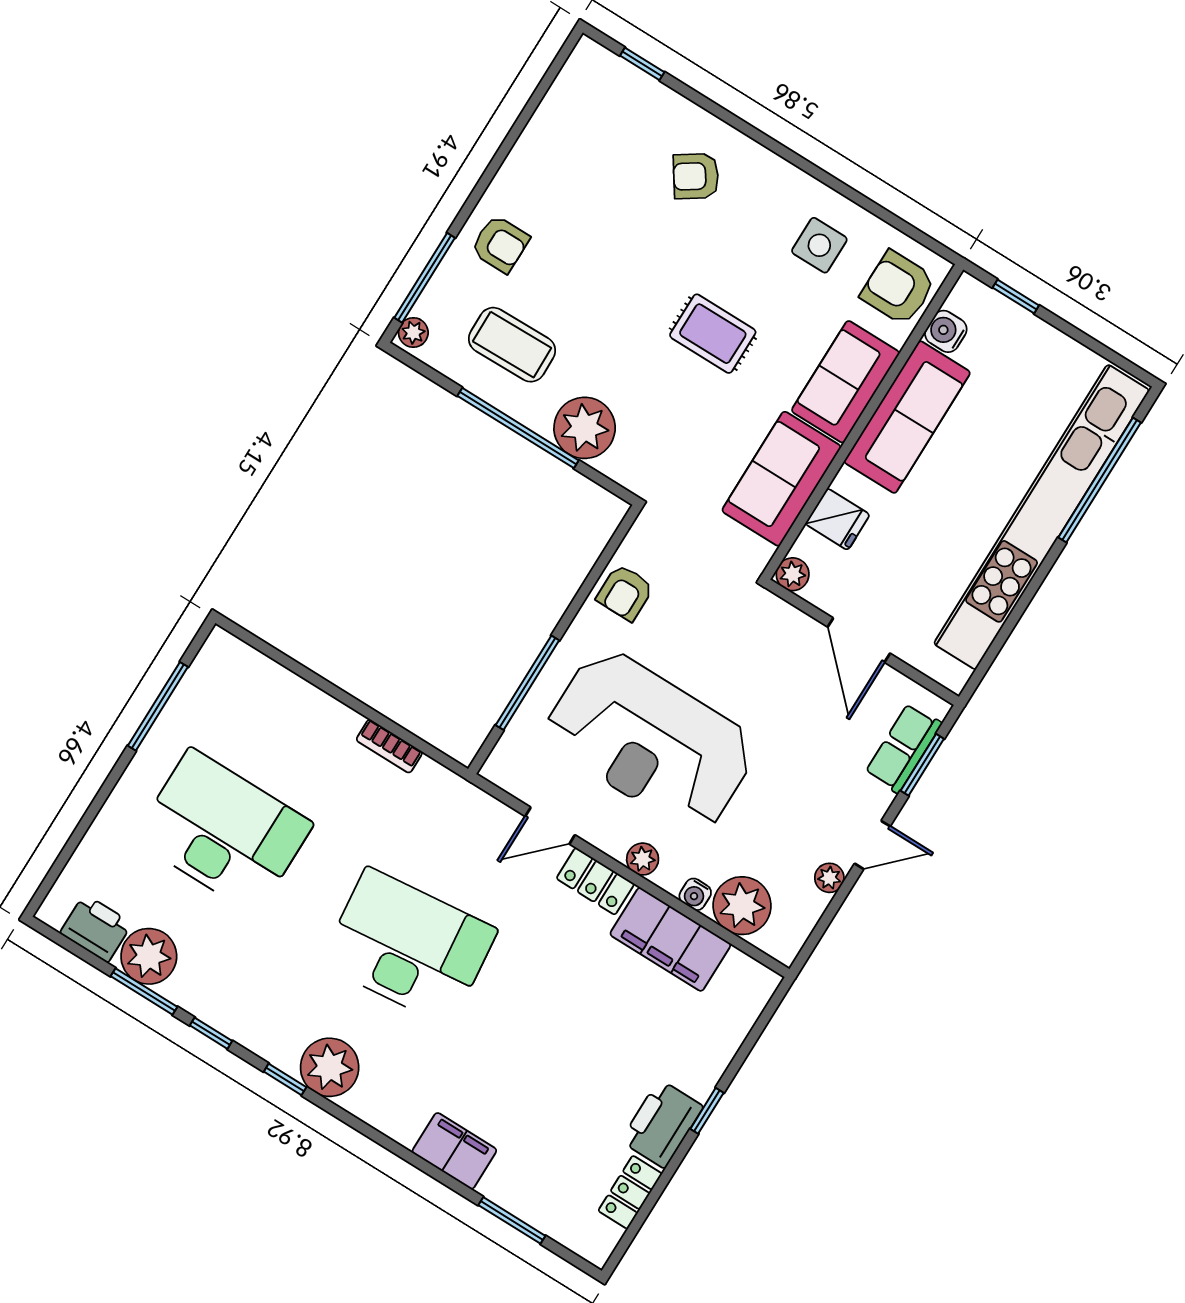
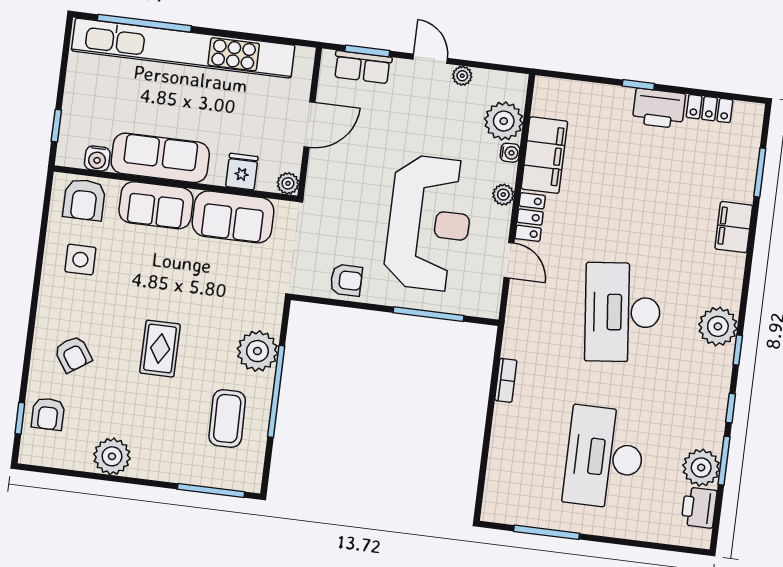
armchair: (500, 244) -> (48, 414), moved, turned 180
plant: (413, 333) -> (112, 456), moved, width x1.88, depth x1.88
rug: (713, 334) -> (160, 349), moved

